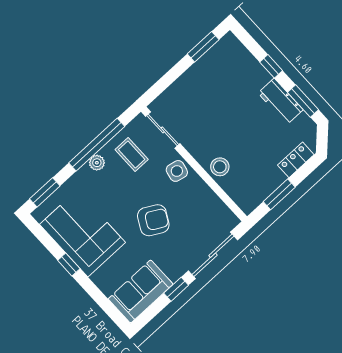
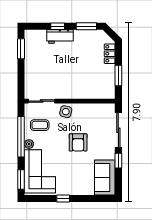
workbench: (281, 101) -> (60, 37), moved
stool: (220, 167) -> (82, 91), removed
armchair: (153, 220) -> (78, 142), turned 151
corner sofa: (83, 233) -> (40, 171), moved, turned 90

